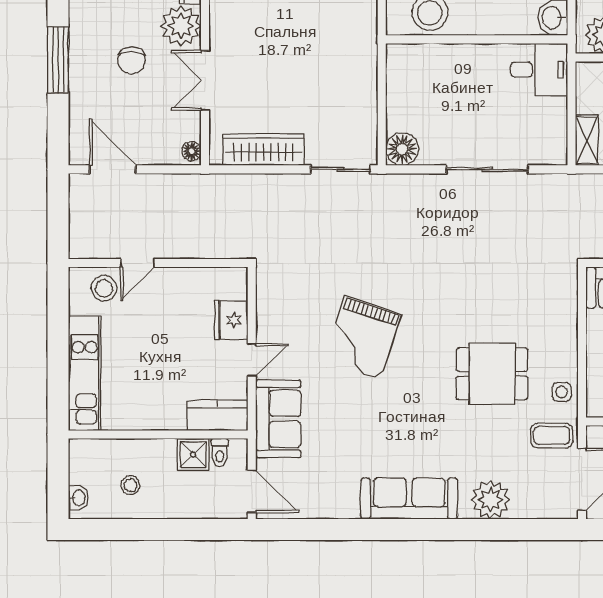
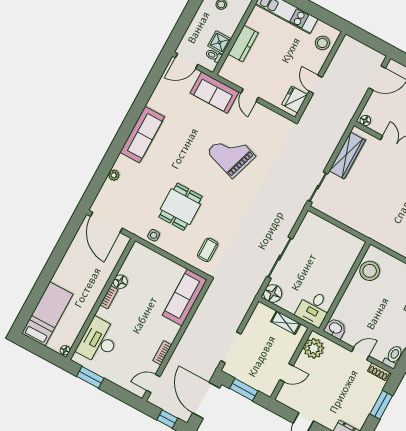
shelving: (587, 140) -> (286, 323), moved
floor lamp: (402, 149) -> (273, 294), moved
door: (137, 263) -> (316, 84), moved
fridge: (231, 320) -> (295, 100), moved, turned -90
kitchen counter: (217, 415) -> (243, 44), moved
coffee table: (552, 436) -> (208, 250), moved
plant: (491, 500) -> (114, 175), width x0.53, depth x0.53

